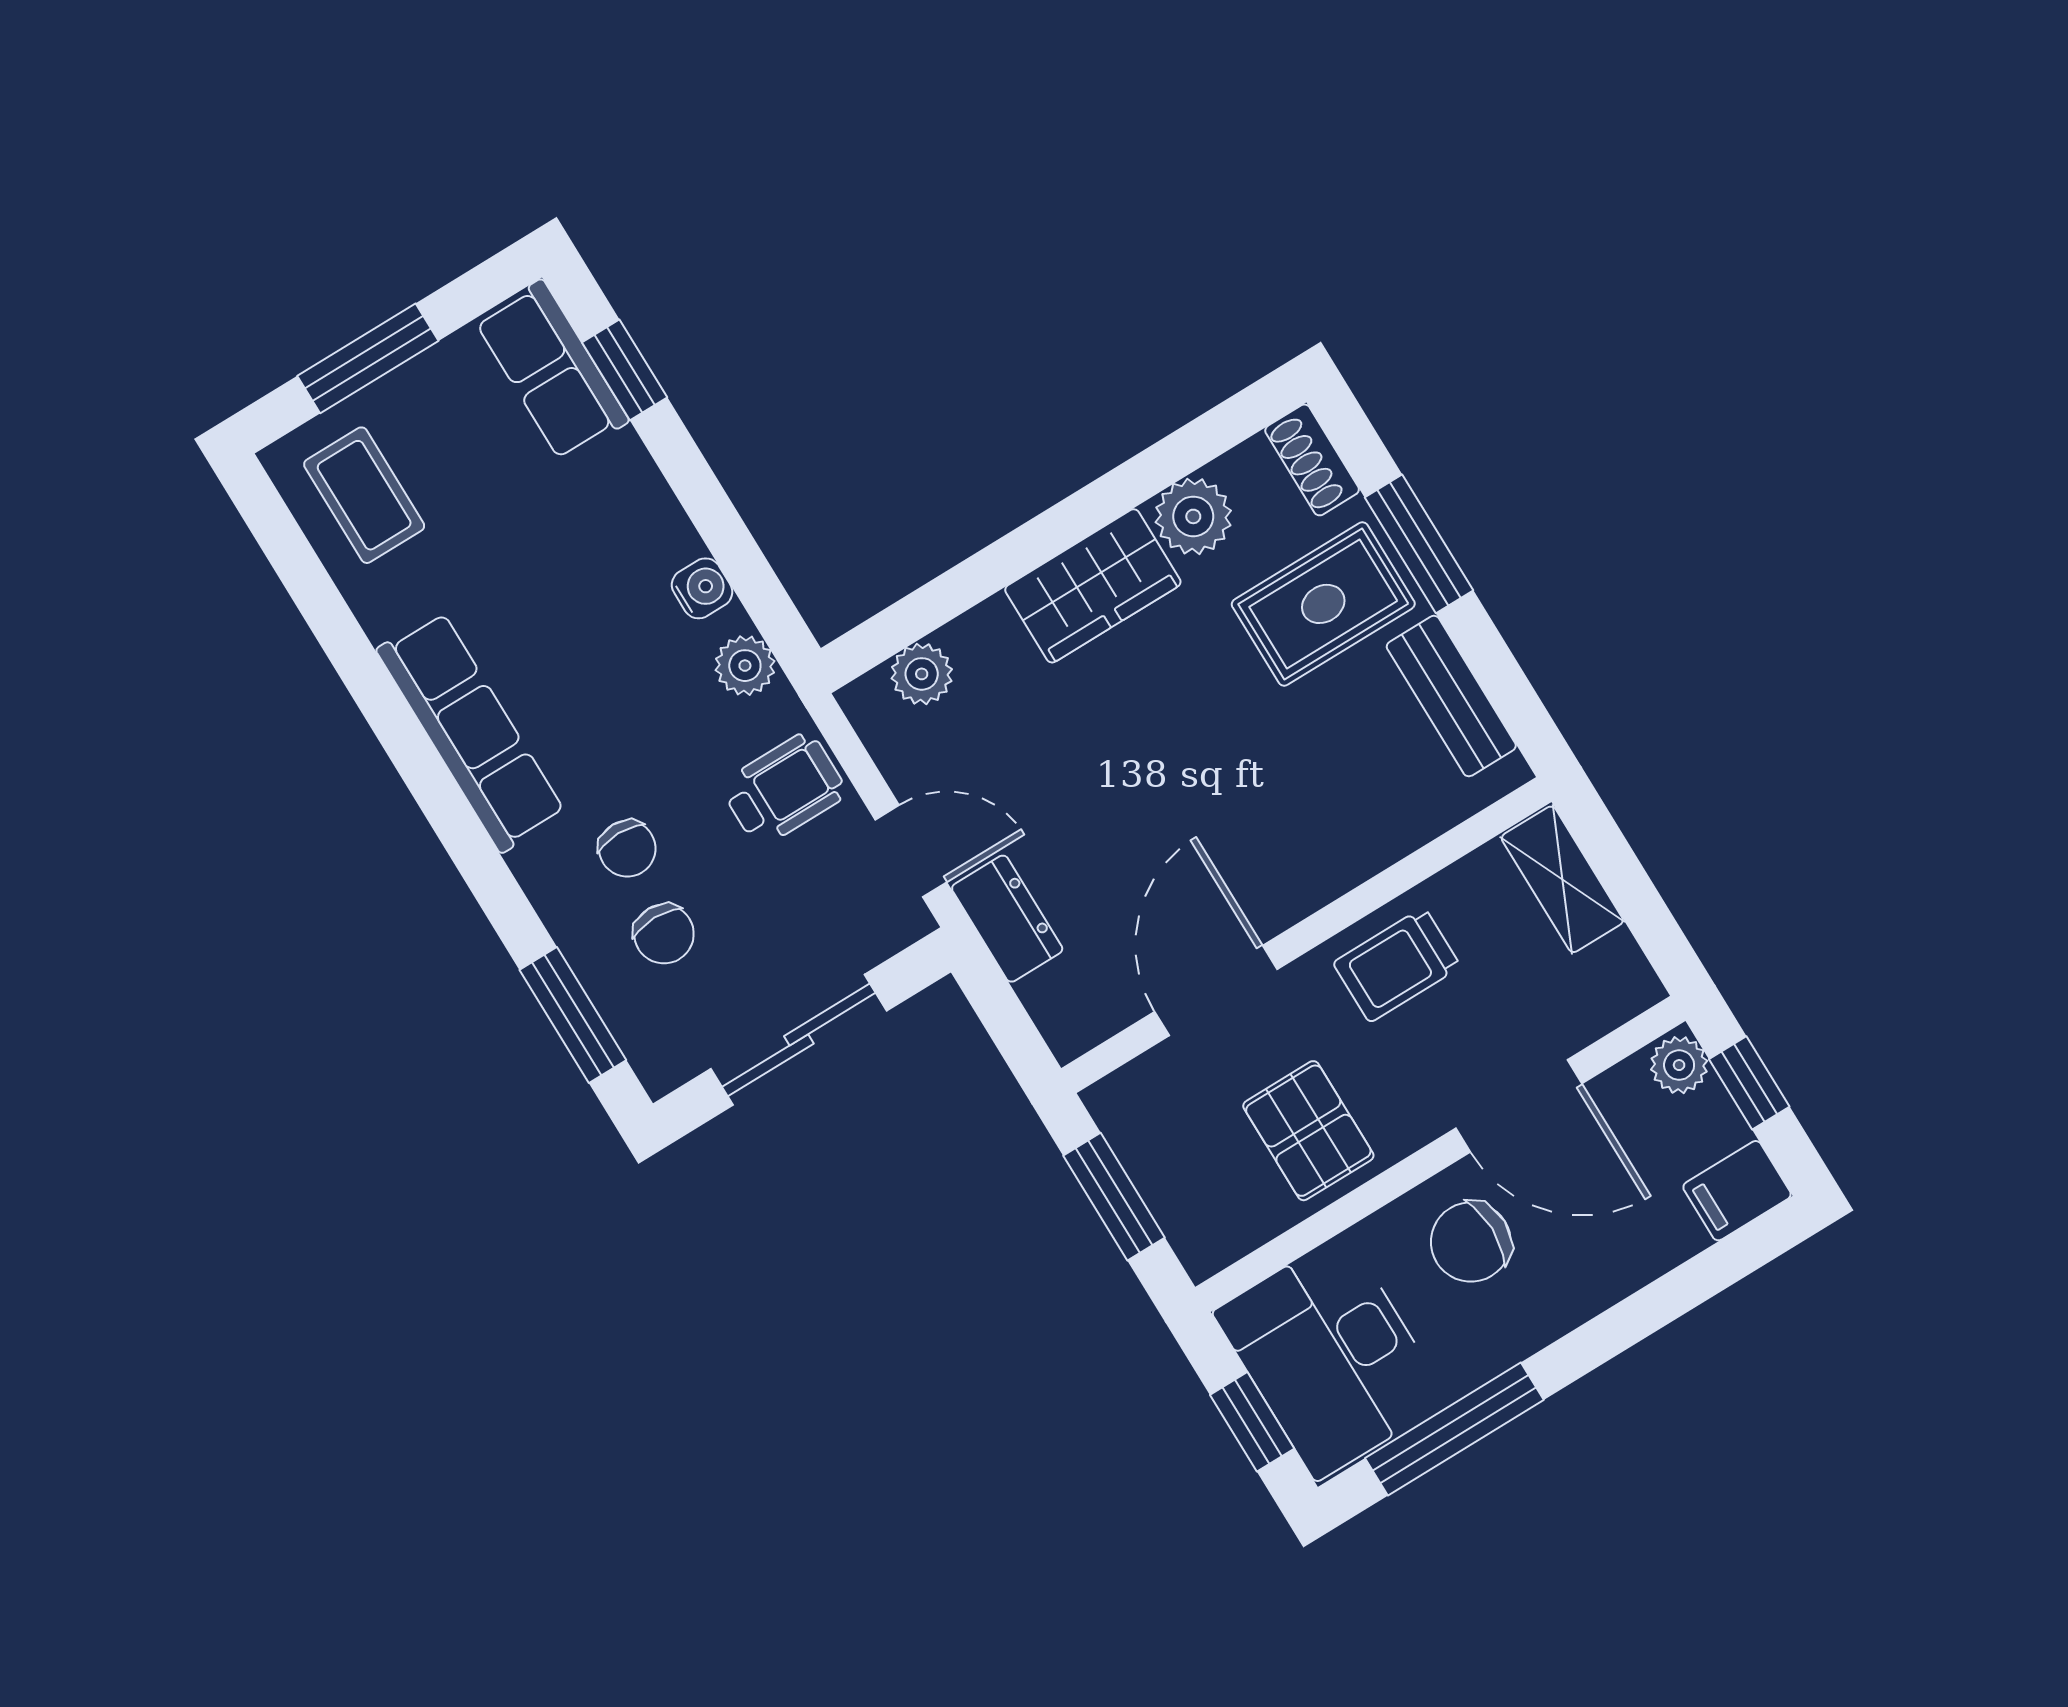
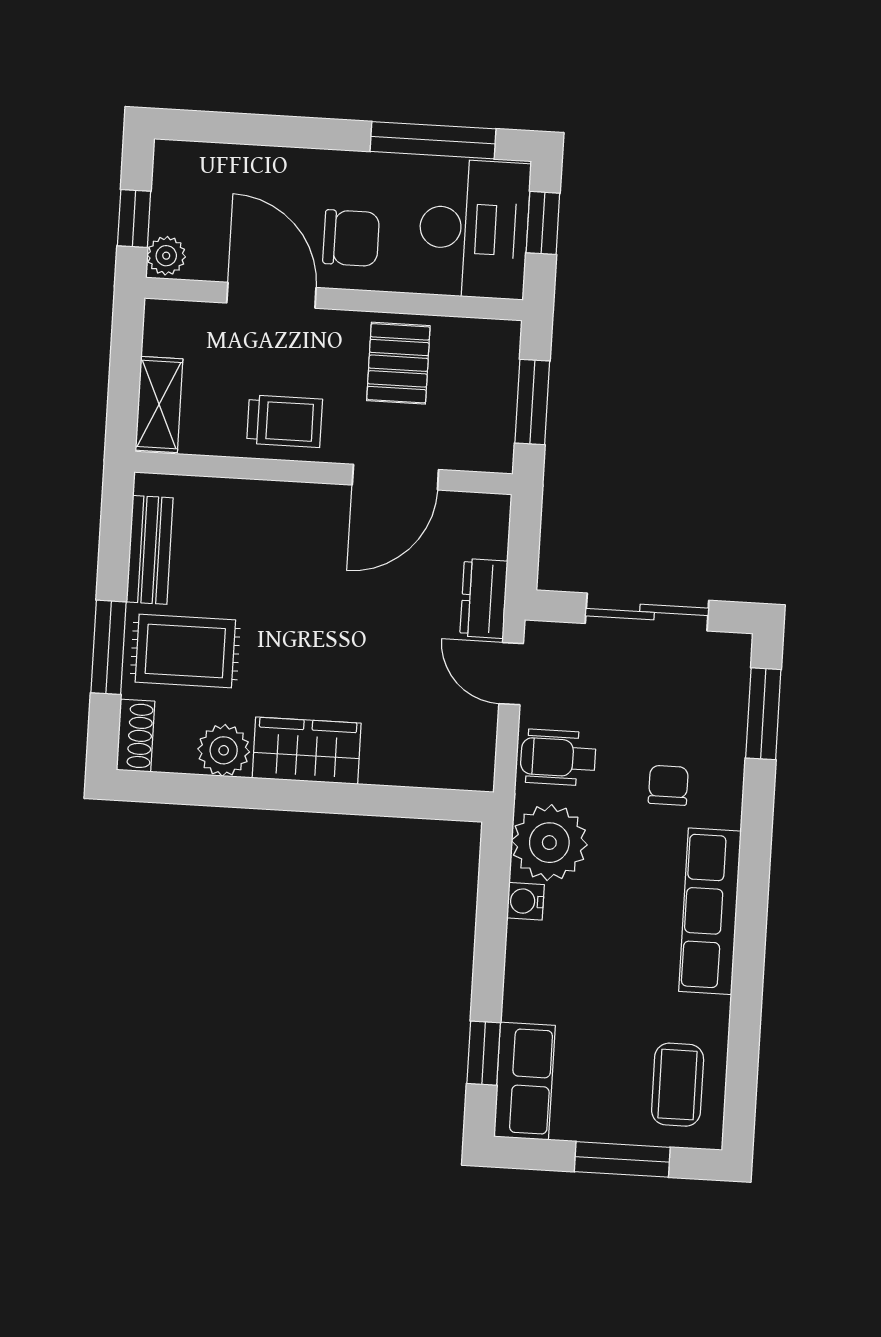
plant: (745, 666) -> (549, 843), width x1.88, depth x1.88
plant: (922, 674) -> (436, 768), removed
chair: (664, 934) -> (681, 723), removed
filing cabinet: (1737, 1191) -> (183, 163), removed

